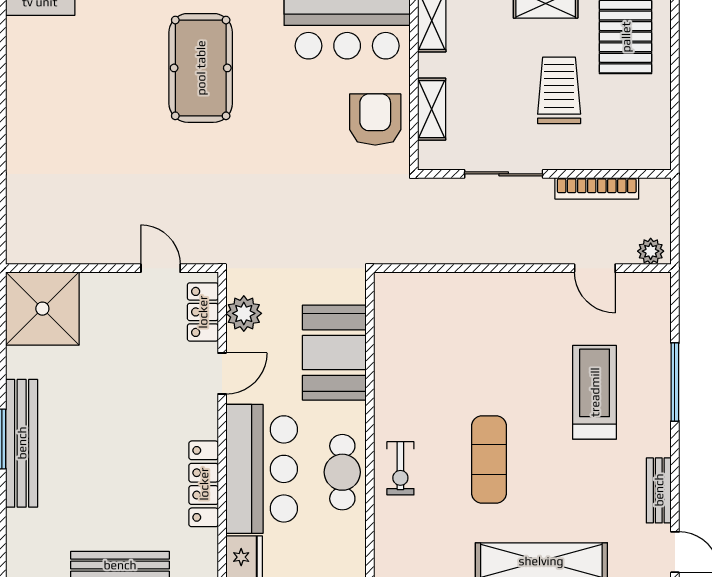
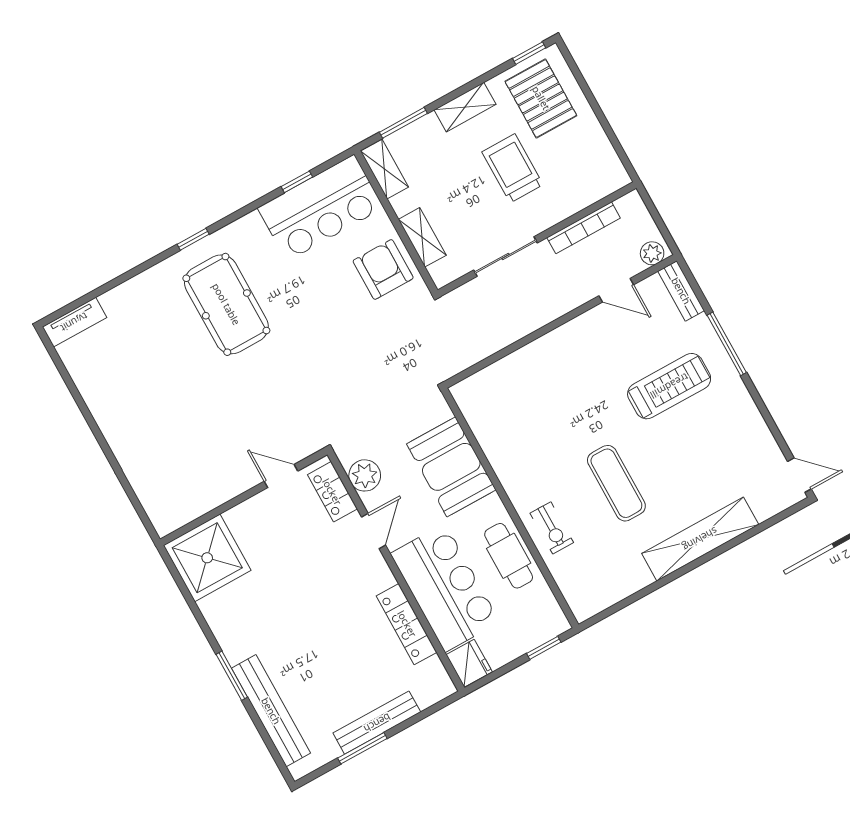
treadmill: (595, 392) -> (669, 386), turned 90
bench: (22, 443) -> (271, 711), moved
bench: (659, 490) -> (681, 291), moved

